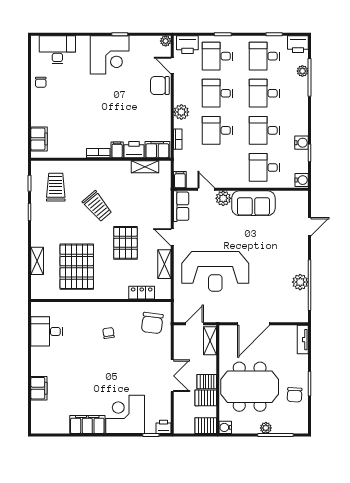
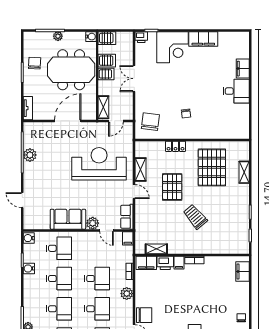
trolley: (56, 187) -> (229, 232), removed
door: (310, 227) -> (22, 200), hinge flipped
locker: (142, 293) -> (176, 146), moved
desk: (47, 331) -> (236, 91), moved

